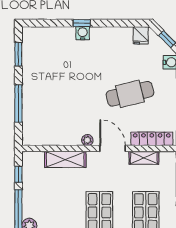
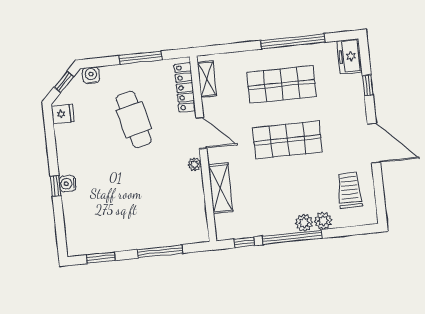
door: (113, 148) -> (201, 133), swing flipped
shelving: (144, 158) -> (207, 79), moved

